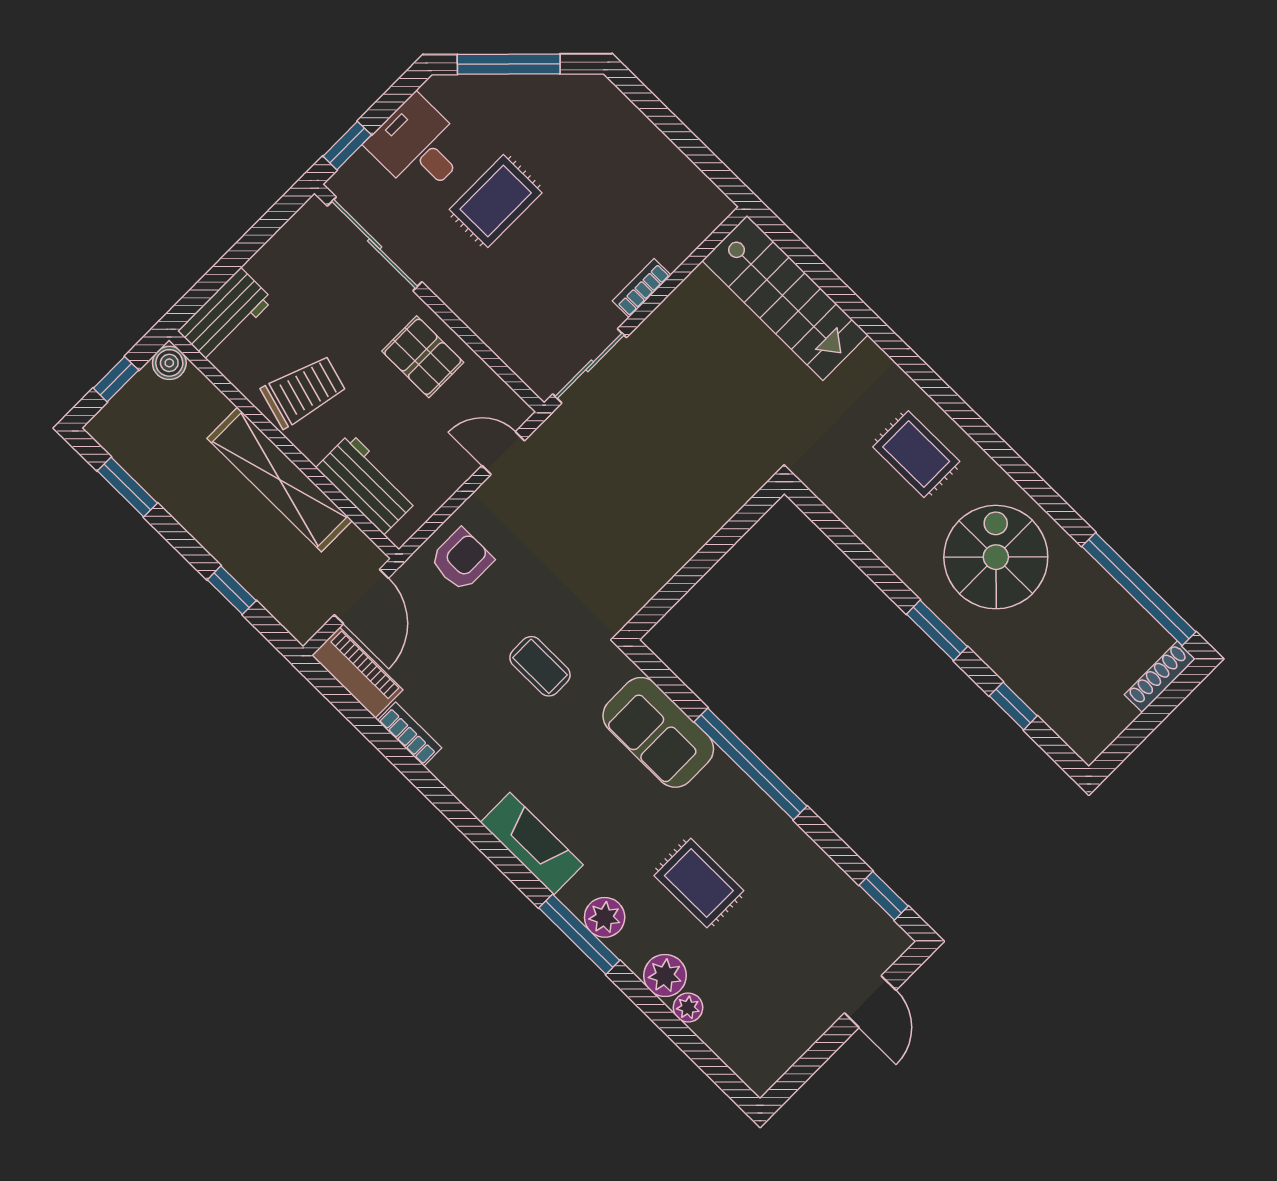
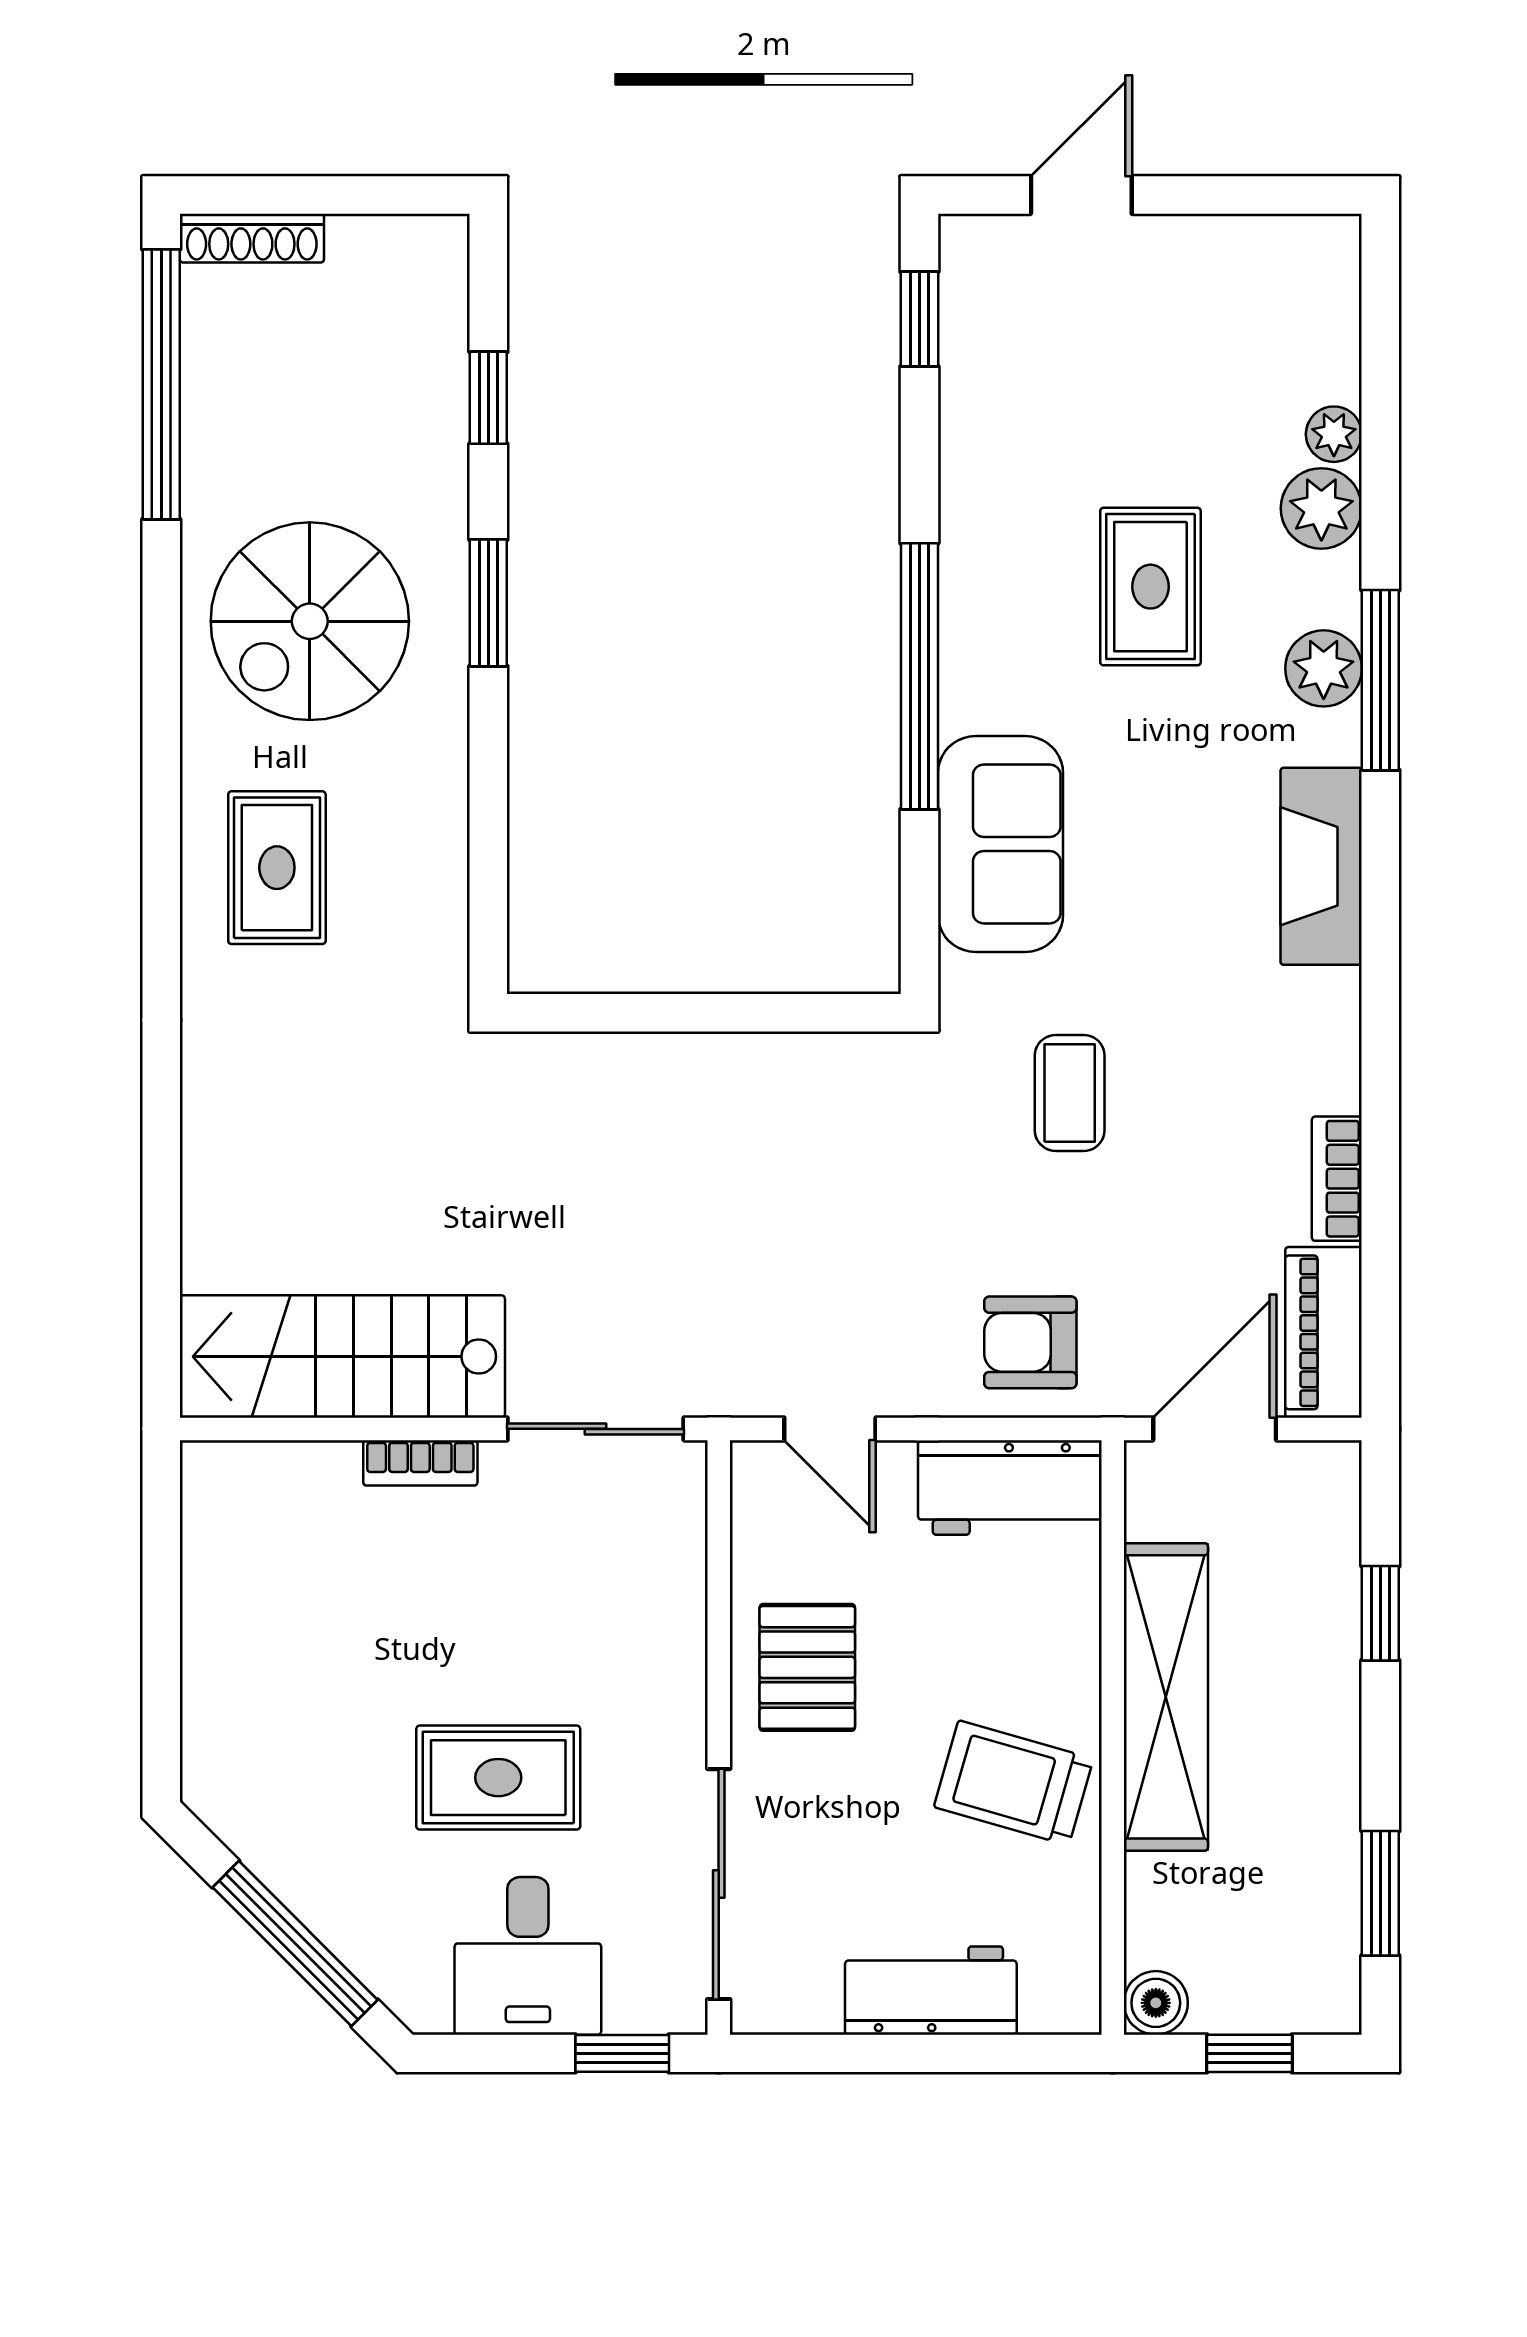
stairs: (785, 298) -> (342, 1357), moved, turned -90
workbench: (225, 315) -> (931, 1991), moved
workbench: (367, 484) -> (1010, 1487), moved, turned -90

